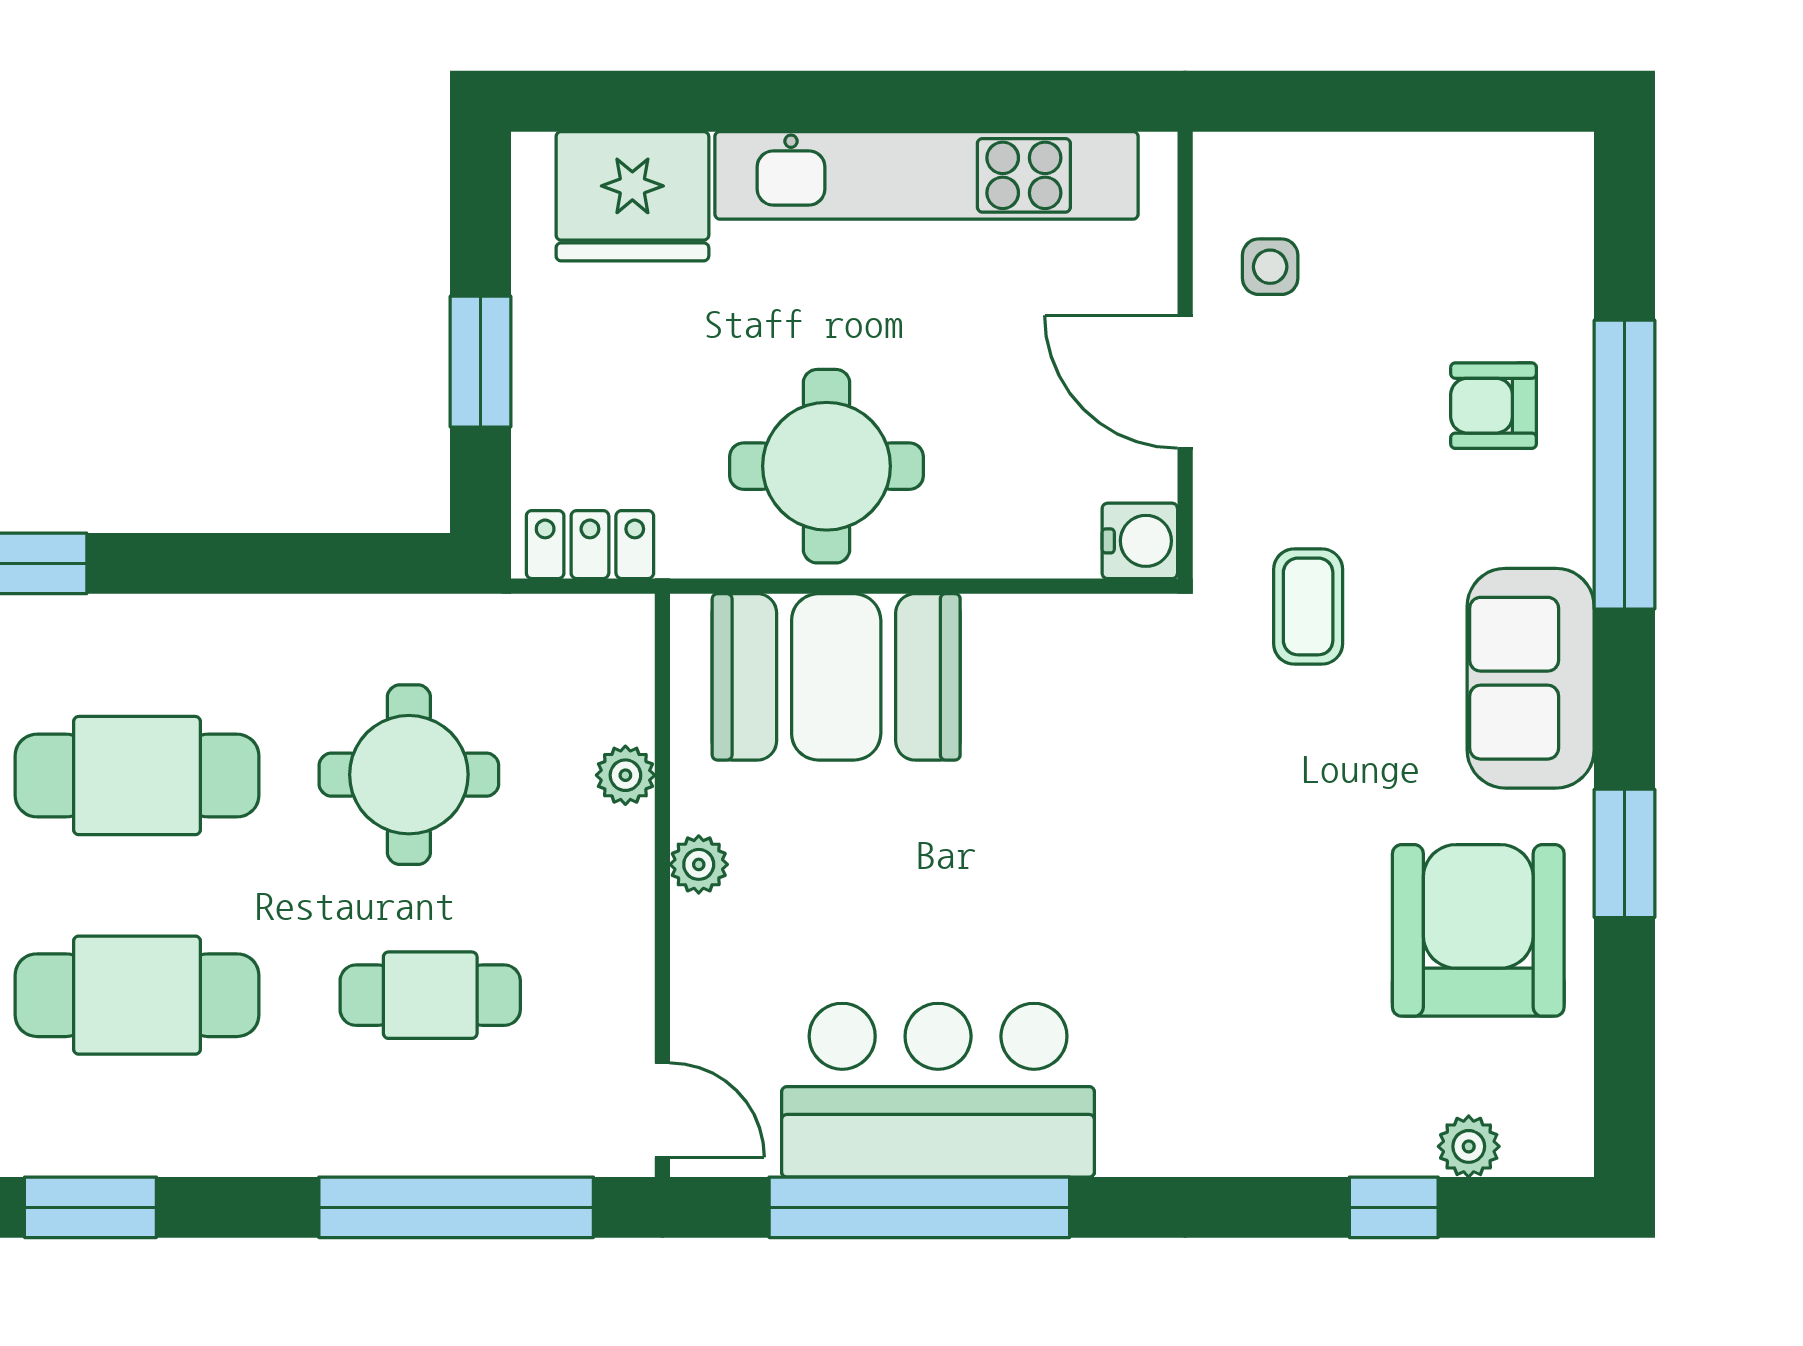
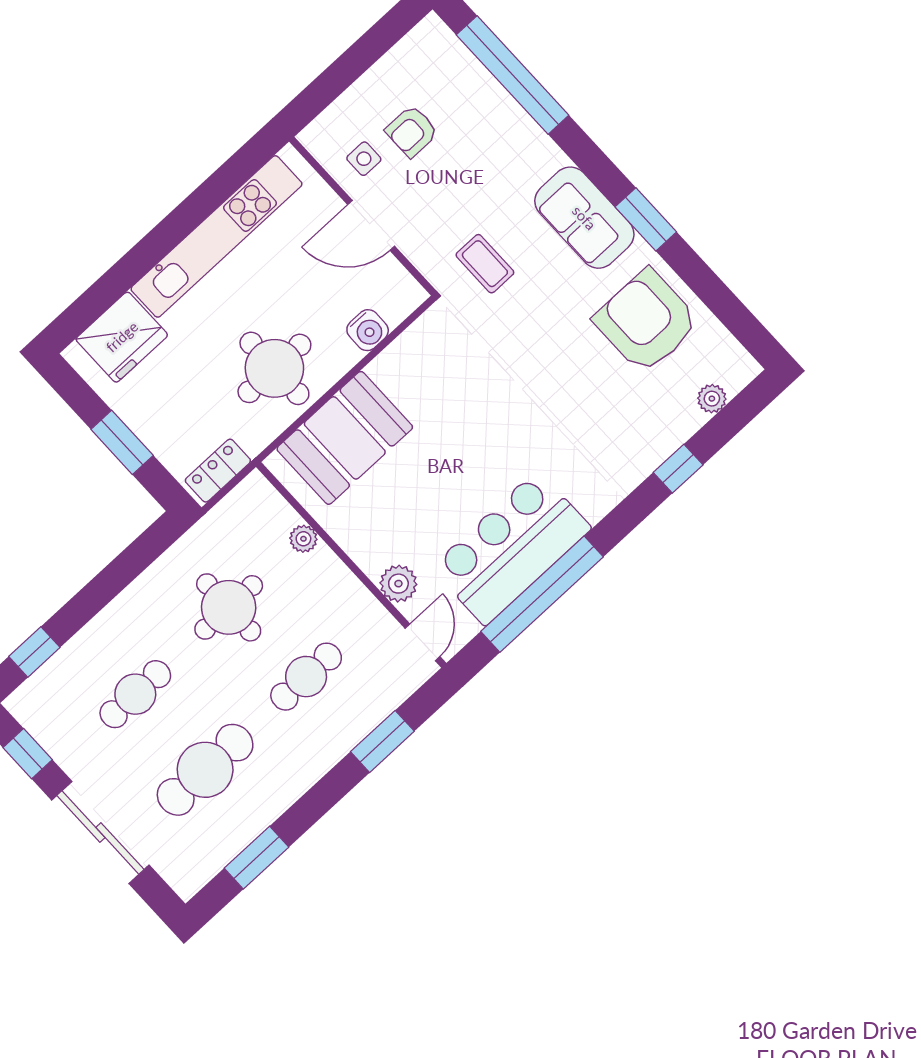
armchair: (1494, 406) -> (412, 131), moved
window: (1624, 465) -> (513, 75), moved
water cooler: (1140, 541) -> (368, 330), moved, turned 90
cafe table: (137, 776) -> (135, 694), width x0.73, depth x0.74
window: (1624, 853) -> (646, 219), moved
plant: (699, 864) -> (398, 584), moved, width x1.38, depth x1.38
door: (662, 1110) -> (423, 642), hinge flipped
window: (456, 1207) -> (382, 741), width x0.47
window: (1394, 1207) -> (678, 469), moved

